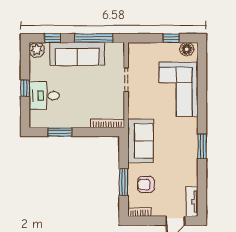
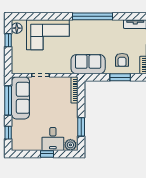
plant: (37, 50) -> (70, 145), moved
sofa: (77, 54) -> (20, 98), moved
window: (202, 147) -> (92, 16), width x2.11

